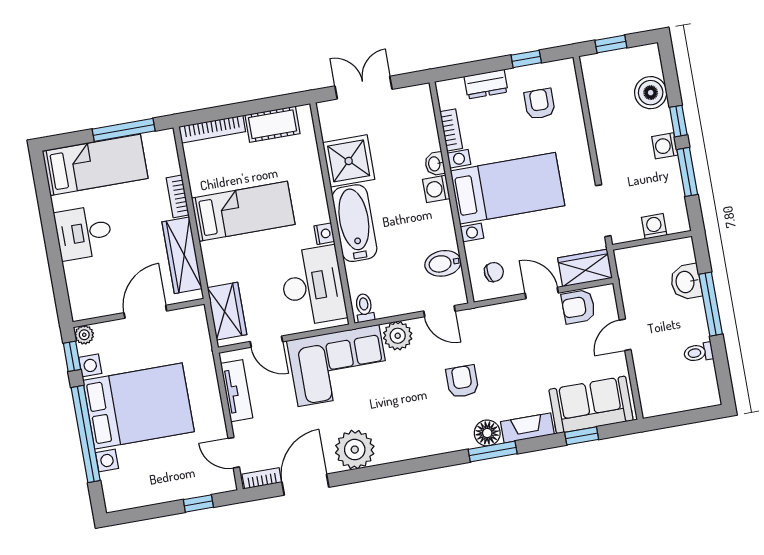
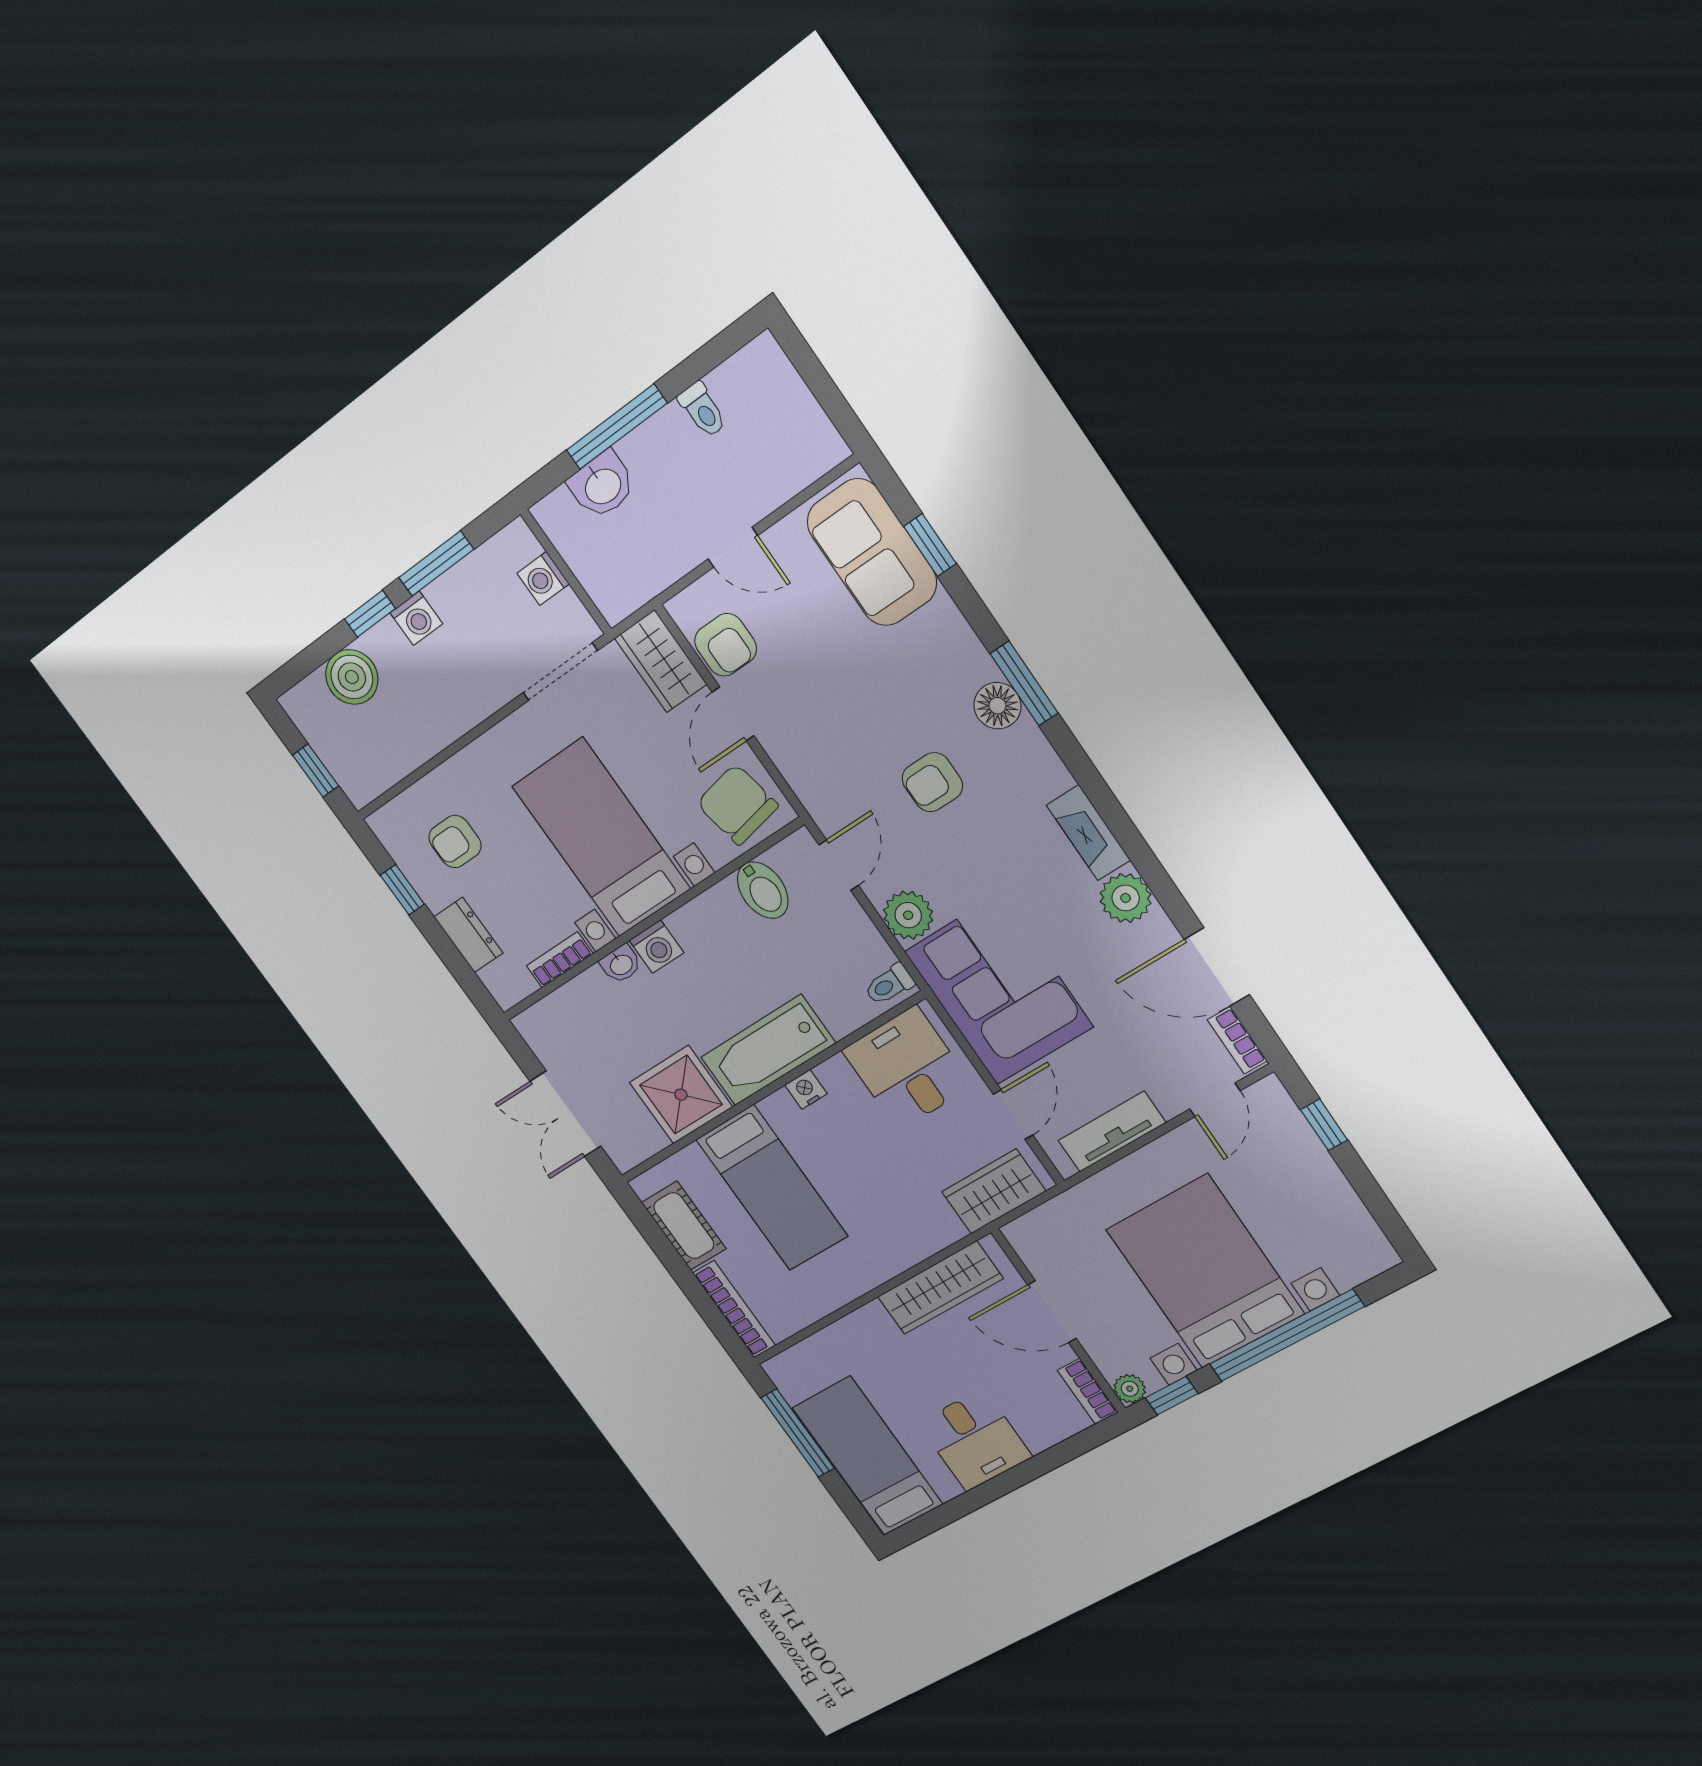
bookcase: (178, 196) -> (1088, 1391), moved, turned 90
bed: (243, 211) -> (772, 1188), moved, turned 180
chair: (494, 272) -> (737, 805), width x1.87, depth x1.87
desk: (313, 286) -> (907, 1068), width x0.73
fireplace: (527, 428) -> (1088, 833), moved
plant: (355, 450) -> (1126, 898), width x0.73, depth x0.73

